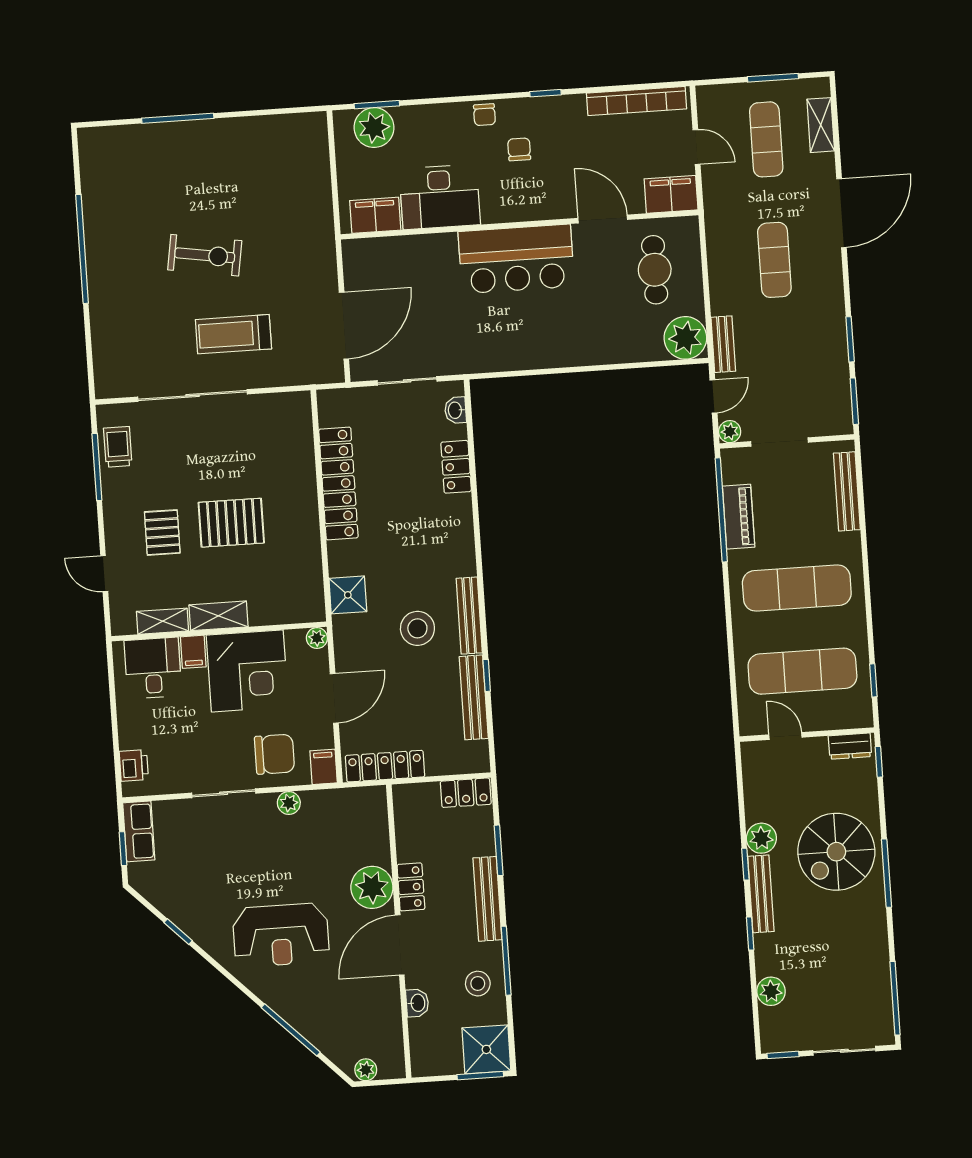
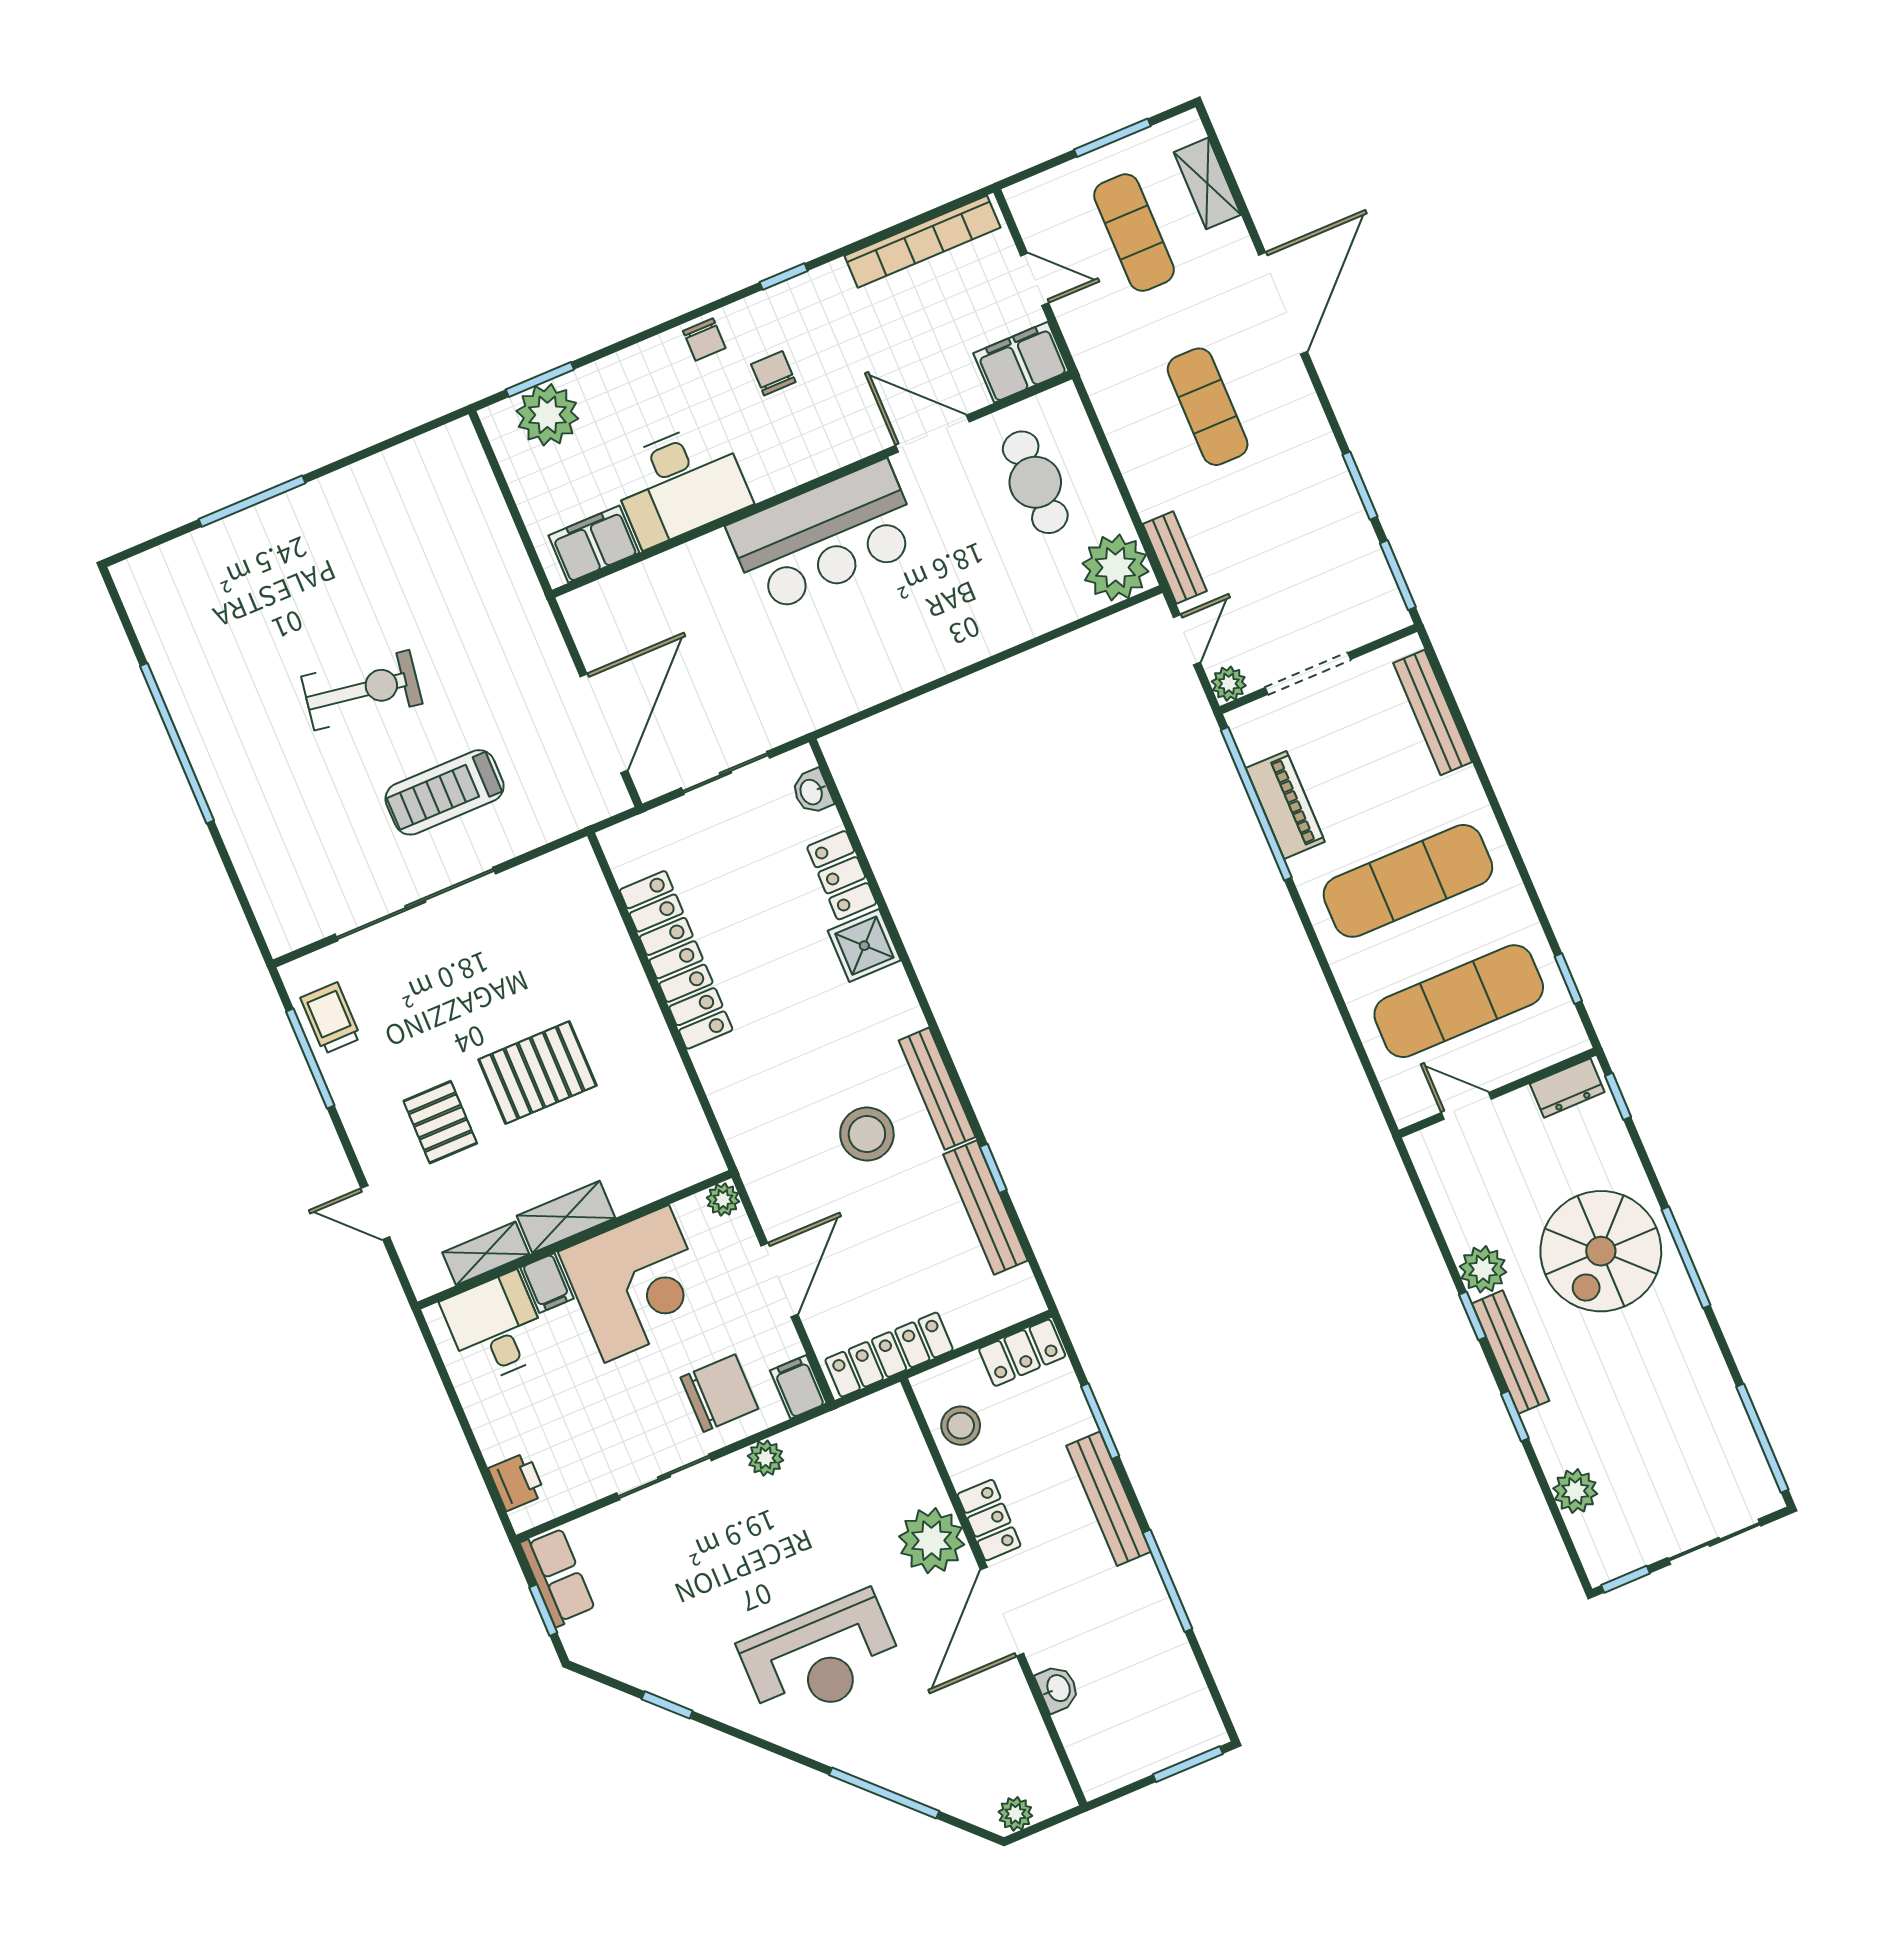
shower: (348, 595) -> (864, 946), moved
stool: (478, 984) -> (961, 1426), moved
shower: (486, 1049) -> (1184, 1722), removed

